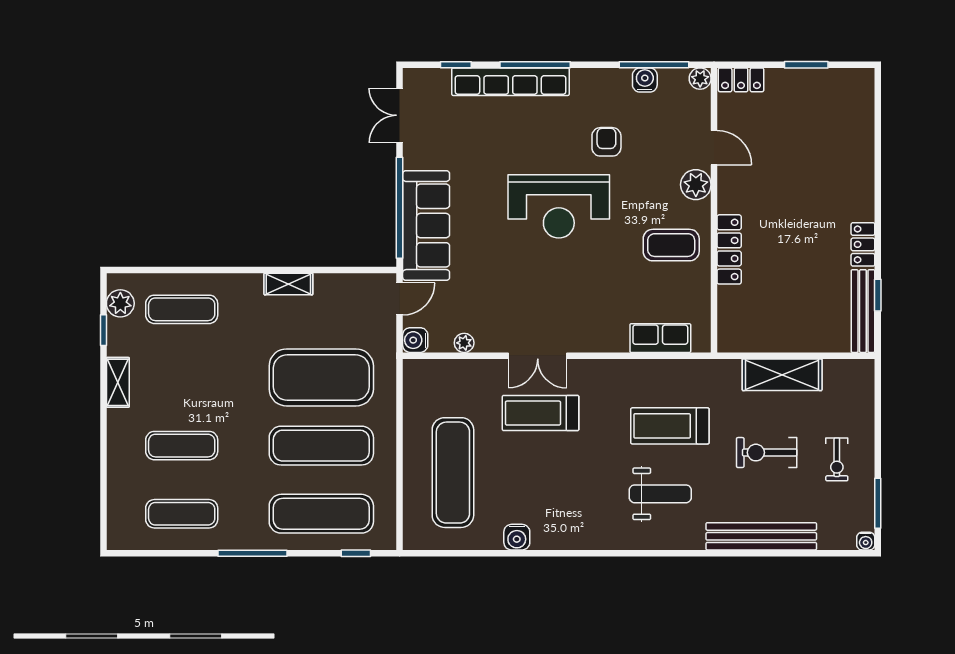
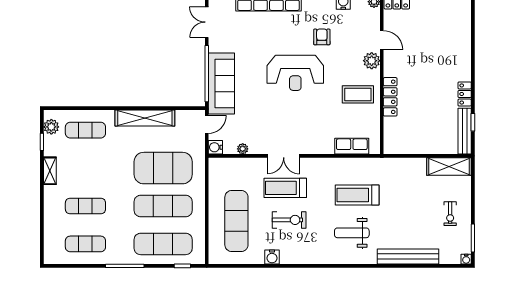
shelving: (288, 284) -> (145, 118), width x2.20, depth x1.33
shelving: (782, 375) -> (449, 167), moved
exercise bike: (767, 453) -> (289, 220), moved, turned 180
weight bench: (660, 494) -> (352, 233), turned 180

